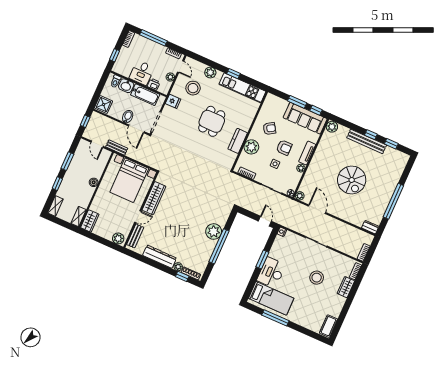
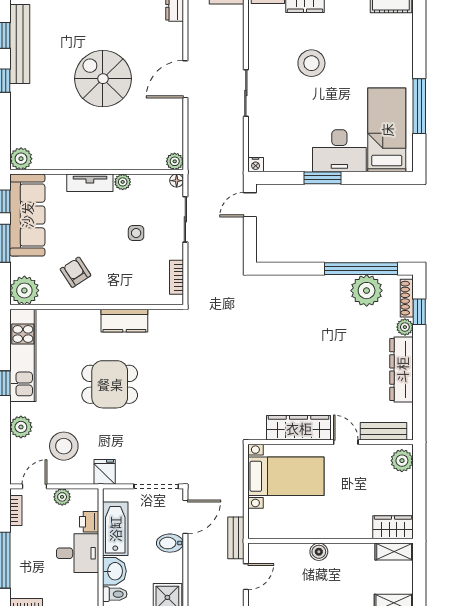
bench: (367, 141) -> (20, 44), moved
plant: (251, 147) -> (24, 290), moved
armchair: (284, 148) -> (99, 229), removed
bed with nightstands: (129, 180) -> (286, 476), width x0.73
spiral stairs: (352, 180) -> (103, 79), turned -90
door: (317, 209) -> (185, 79), moved
plant: (214, 232) -> (367, 291), moved
window: (219, 246) -> (361, 269), moved

